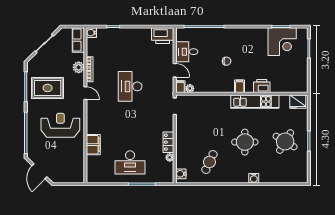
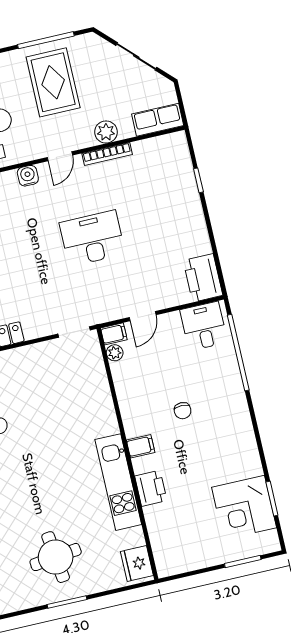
water cooler: (91, 33) -> (28, 176), moved
desk: (187, 52) -> (204, 326), moved
round table: (285, 141) -> (56, 557), turned -38
round table: (245, 142) -> (37, 481), removed

